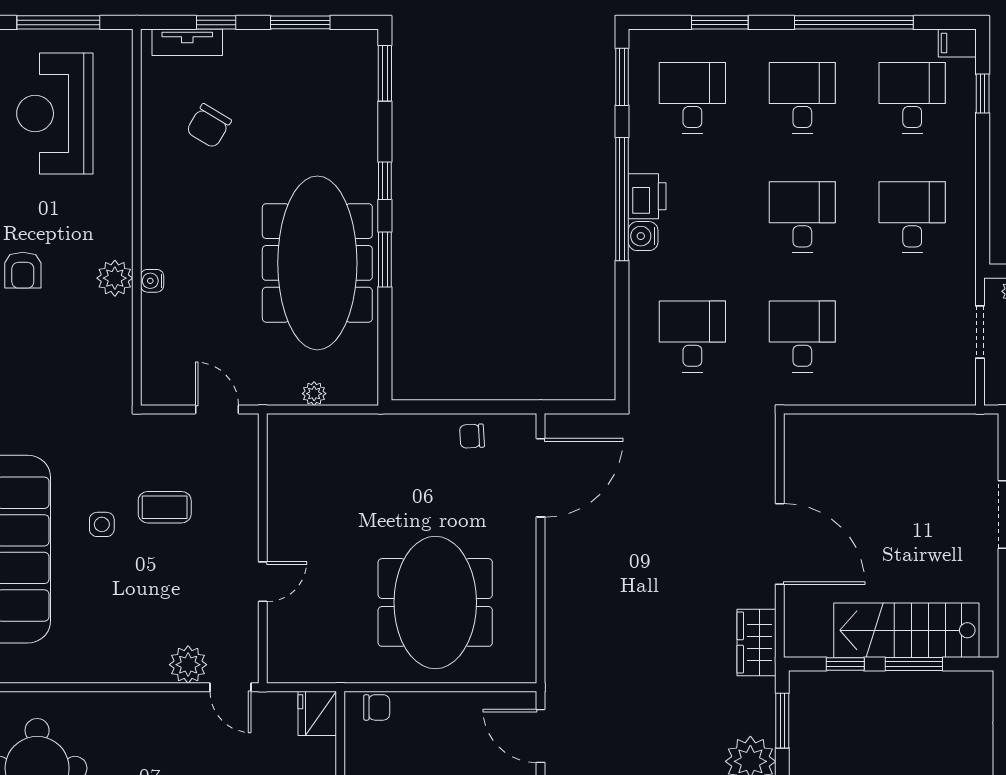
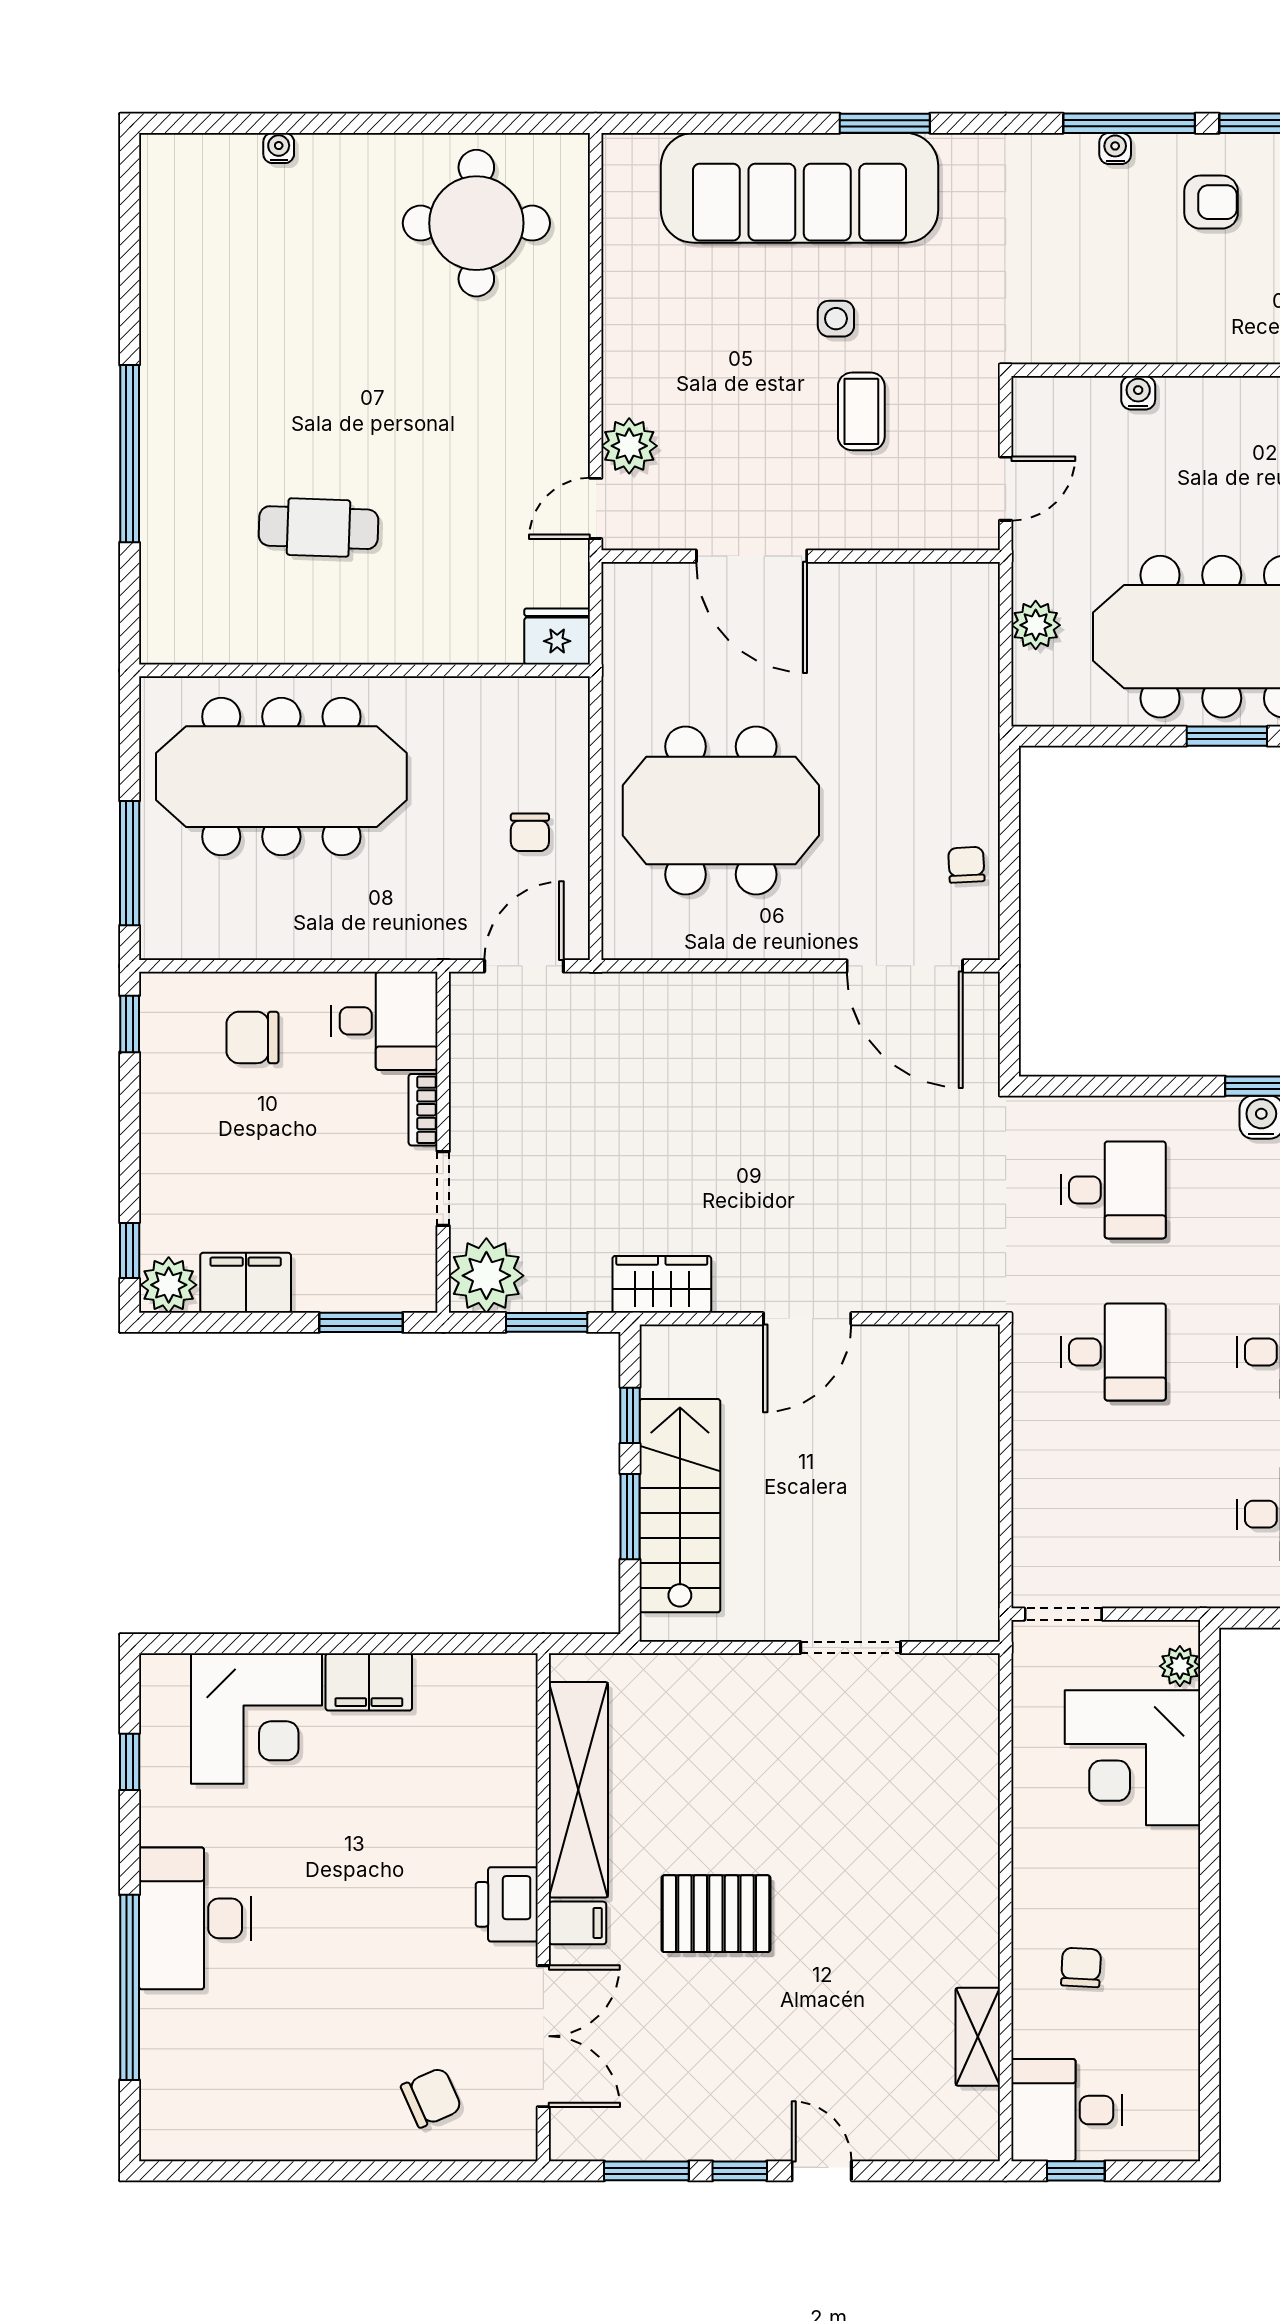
armchair: (23, 270) -> (1211, 202), turned 180
plant: (115, 278) -> (1199, 338), removed
water cooler: (152, 281) -> (1138, 393), moved
doorway: (980, 332) -> (1063, 1614), moved
plant: (314, 394) -> (1036, 625), width x1.38, depth x1.38
door: (780, 544) -> (807, 1319), width x0.73
door: (263, 582) -> (752, 556), width x1.87
chair: (377, 707) -> (530, 832), moved

